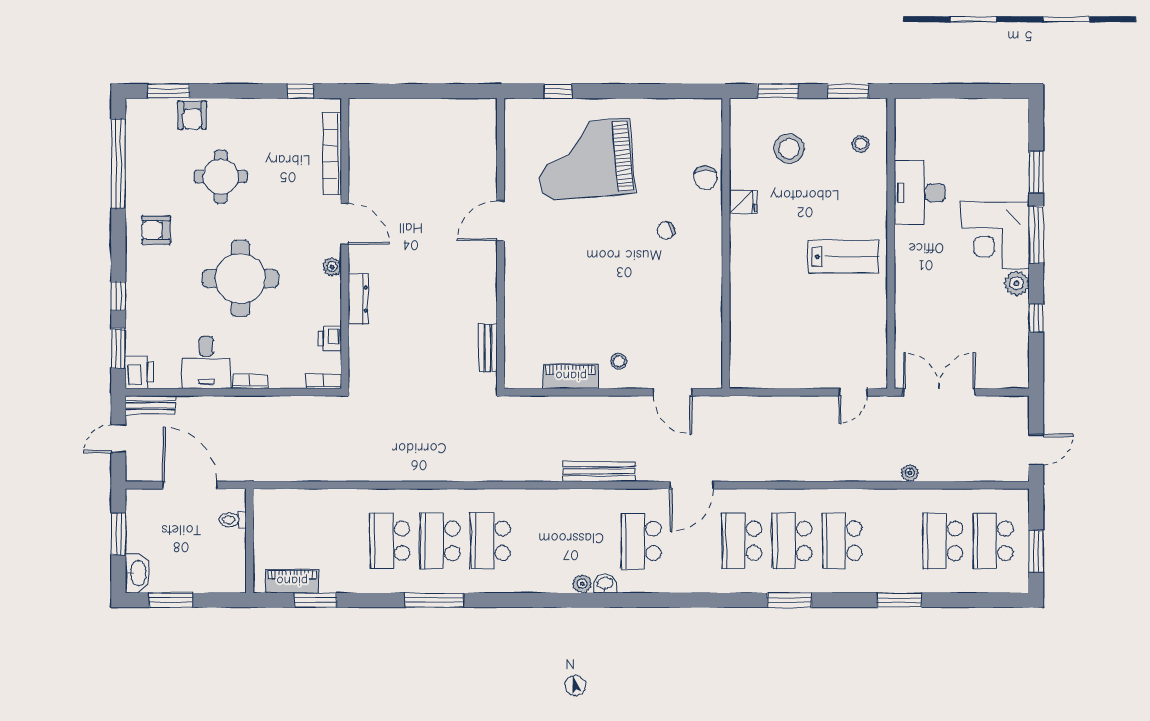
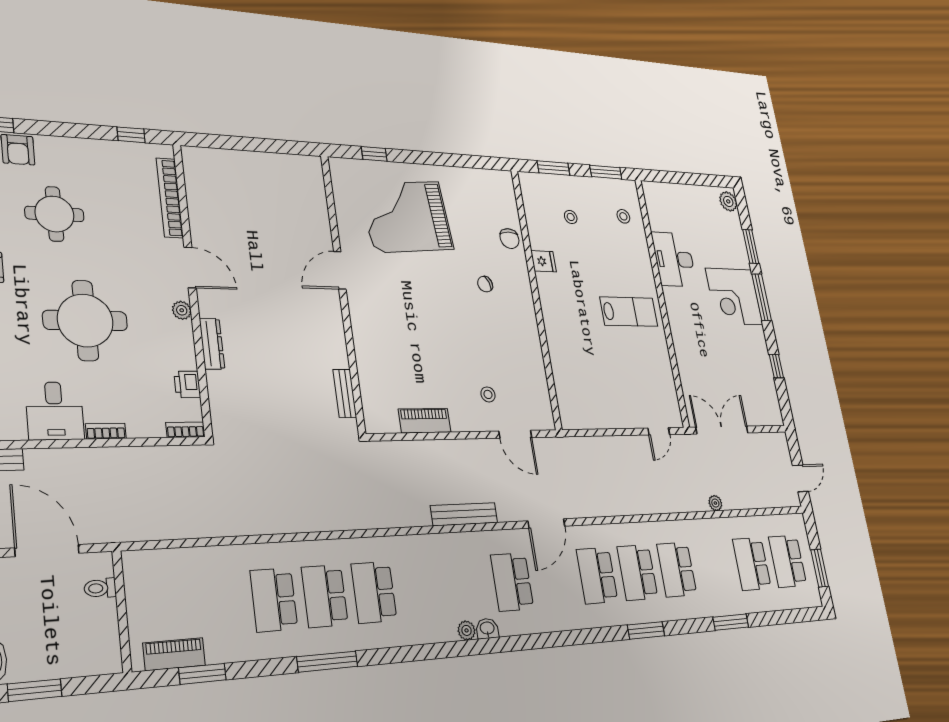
stool: (789, 149) -> (571, 217), width x0.53, depth x0.53
plant: (1017, 283) -> (728, 201), moved
stool: (619, 361) -> (488, 394), moved

